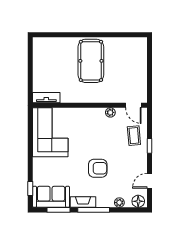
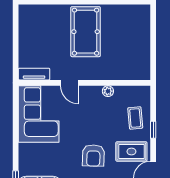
door: (133, 105) -> (69, 83), moved
rug: (131, 165) -> (131, 151), added
armchair: (98, 168) -> (93, 156), turned 92

